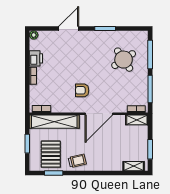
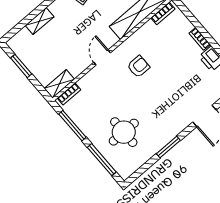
round table: (124, 60) -> (124, 132), turned 34
door: (99, 114) -> (102, 58), width x0.53
shelving: (134, 166) -> (40, 21), moved

